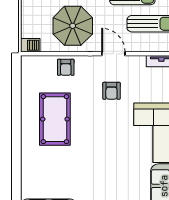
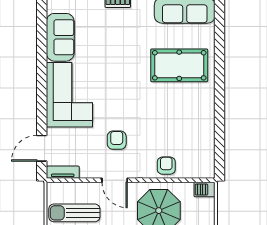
pool table: (55, 119) -> (179, 65), moved, turned 90

